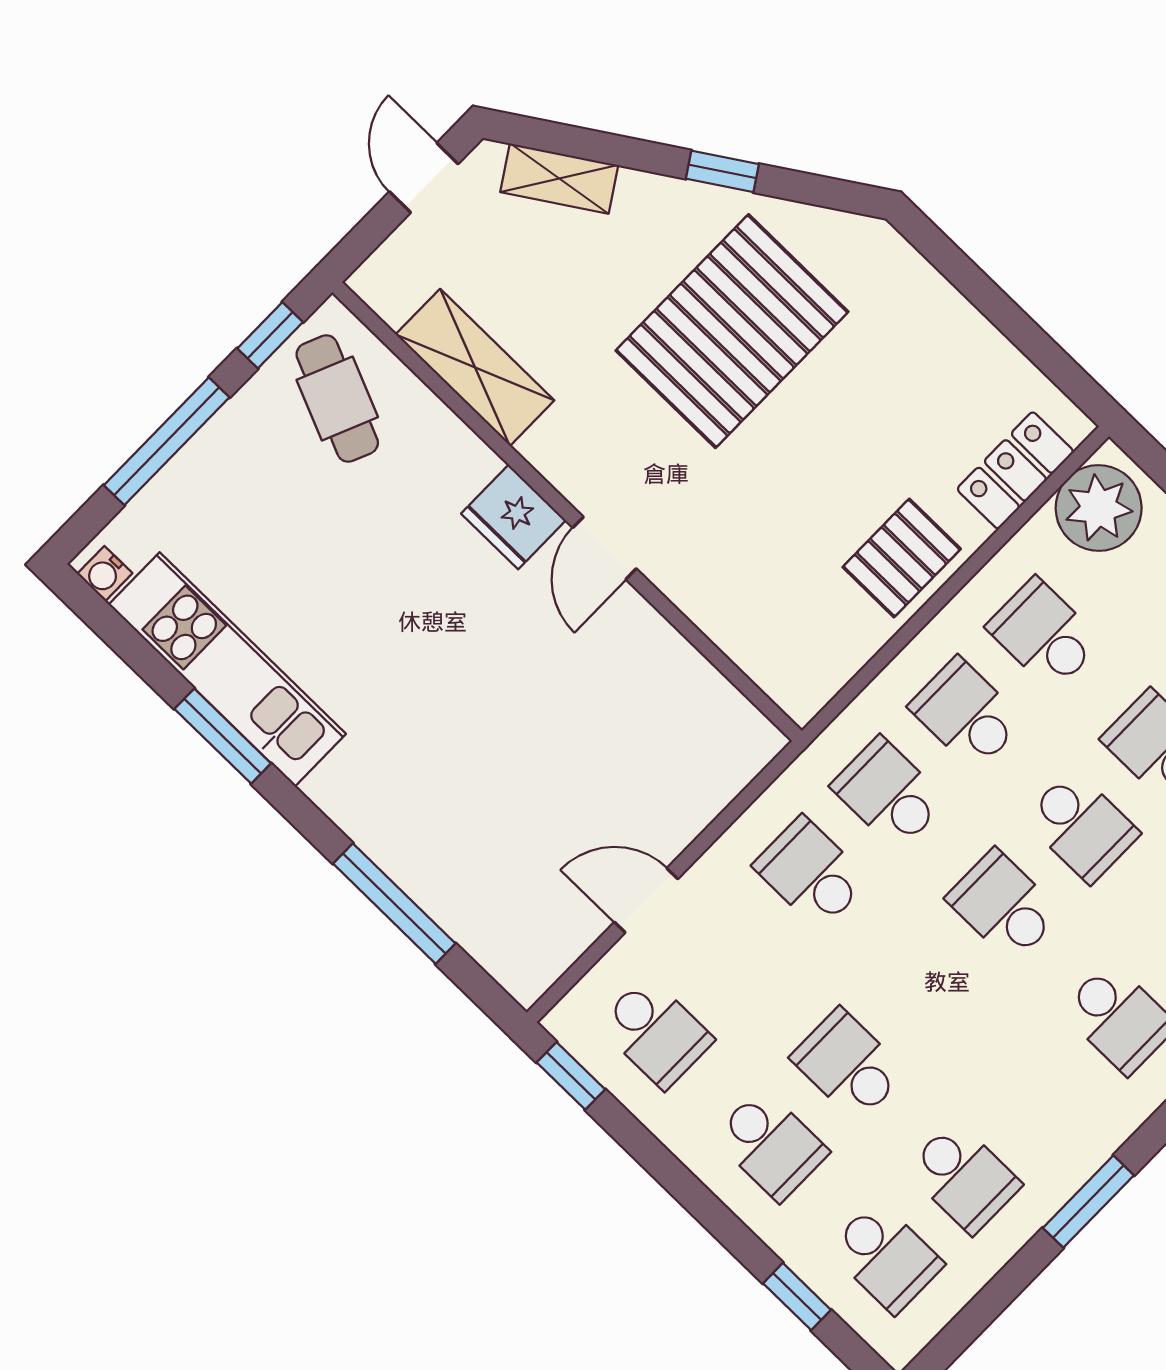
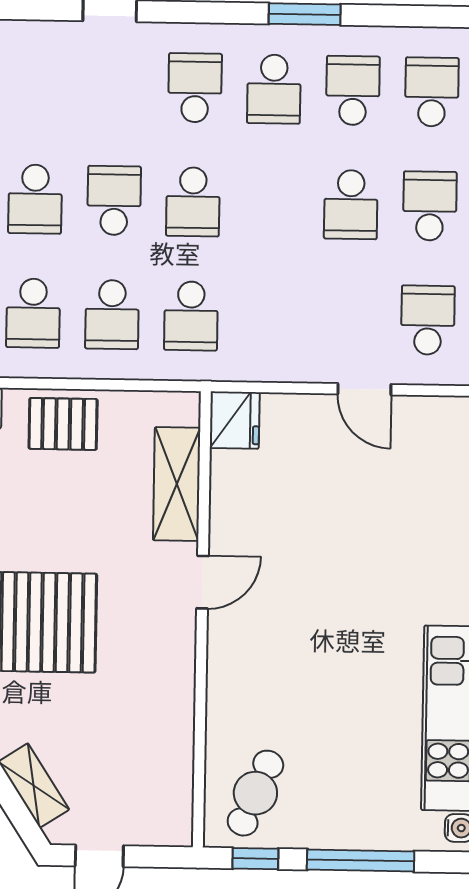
shelving: (475, 367) -> (177, 484), moved
fridge: (514, 517) -> (235, 420), moved
school desk: (811, 873) -> (274, 89), moved

